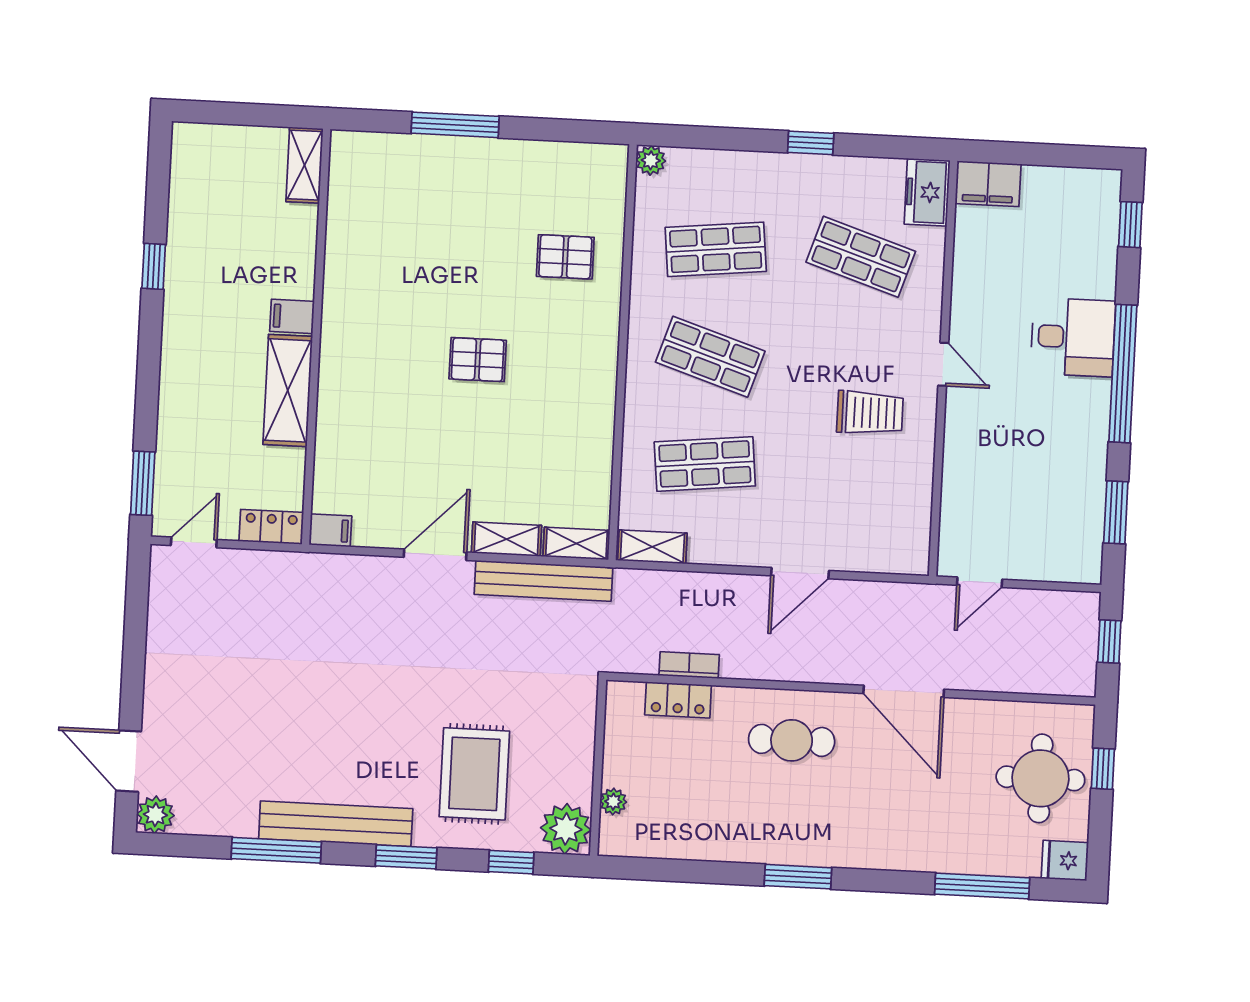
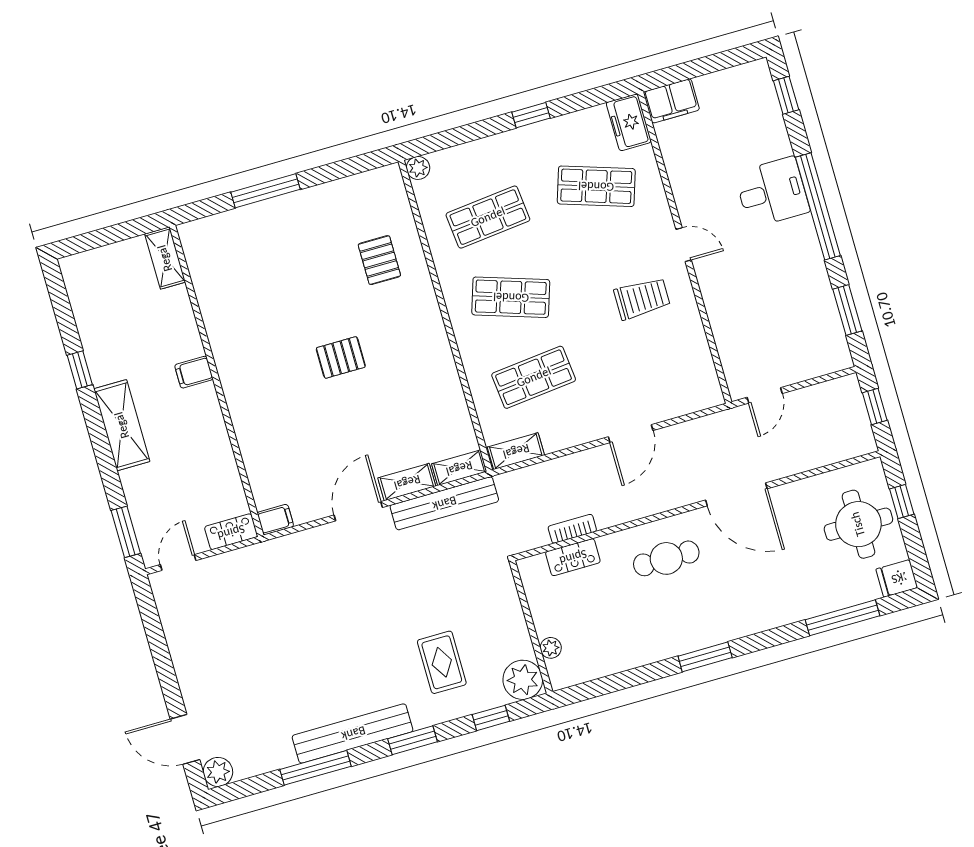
pallet: (565, 257) -> (379, 260), turned 90
shelving: (288, 390) -> (122, 425), moved
rug: (474, 774) -> (442, 662), width x0.73, depth x0.70

